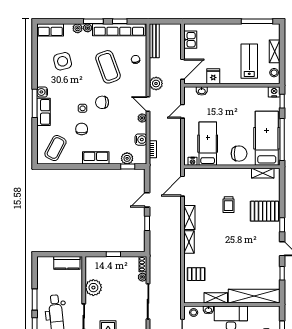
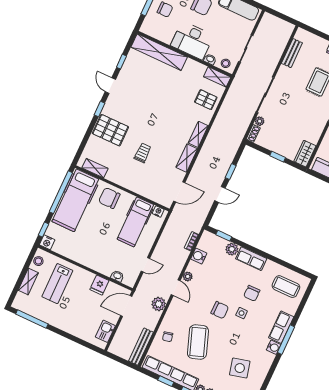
coffee table: (55, 148) -> (286, 287), turned 62
plant: (127, 158) -> (232, 249), moved
wardrobe: (92, 267) -> (305, 154), added
plant: (93, 288) -> (312, 133), removed
shelving: (216, 298) -> (217, 77), moved

